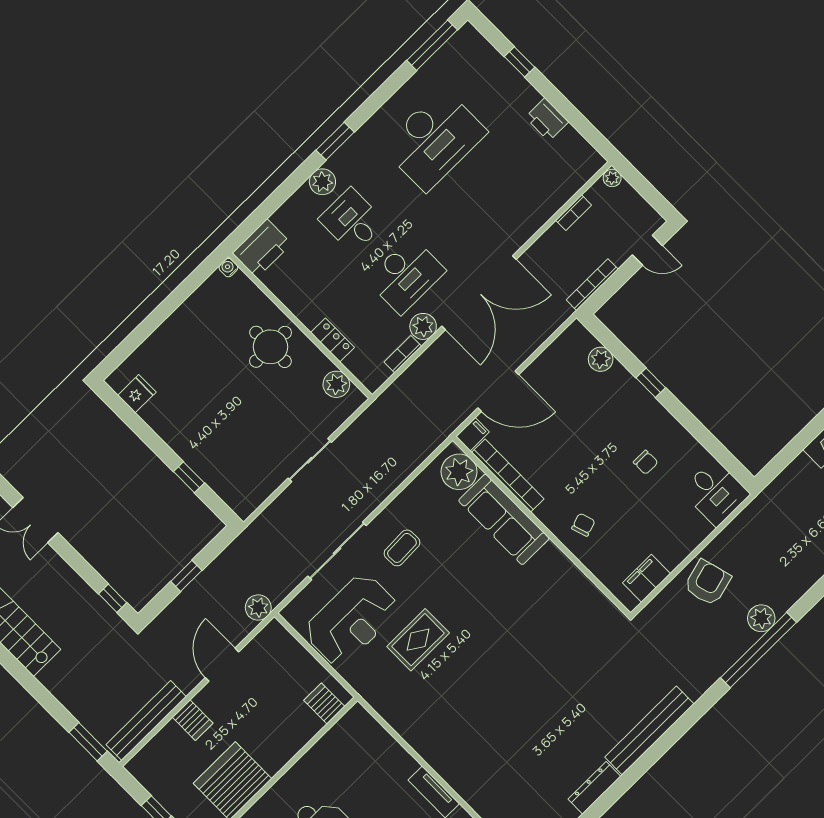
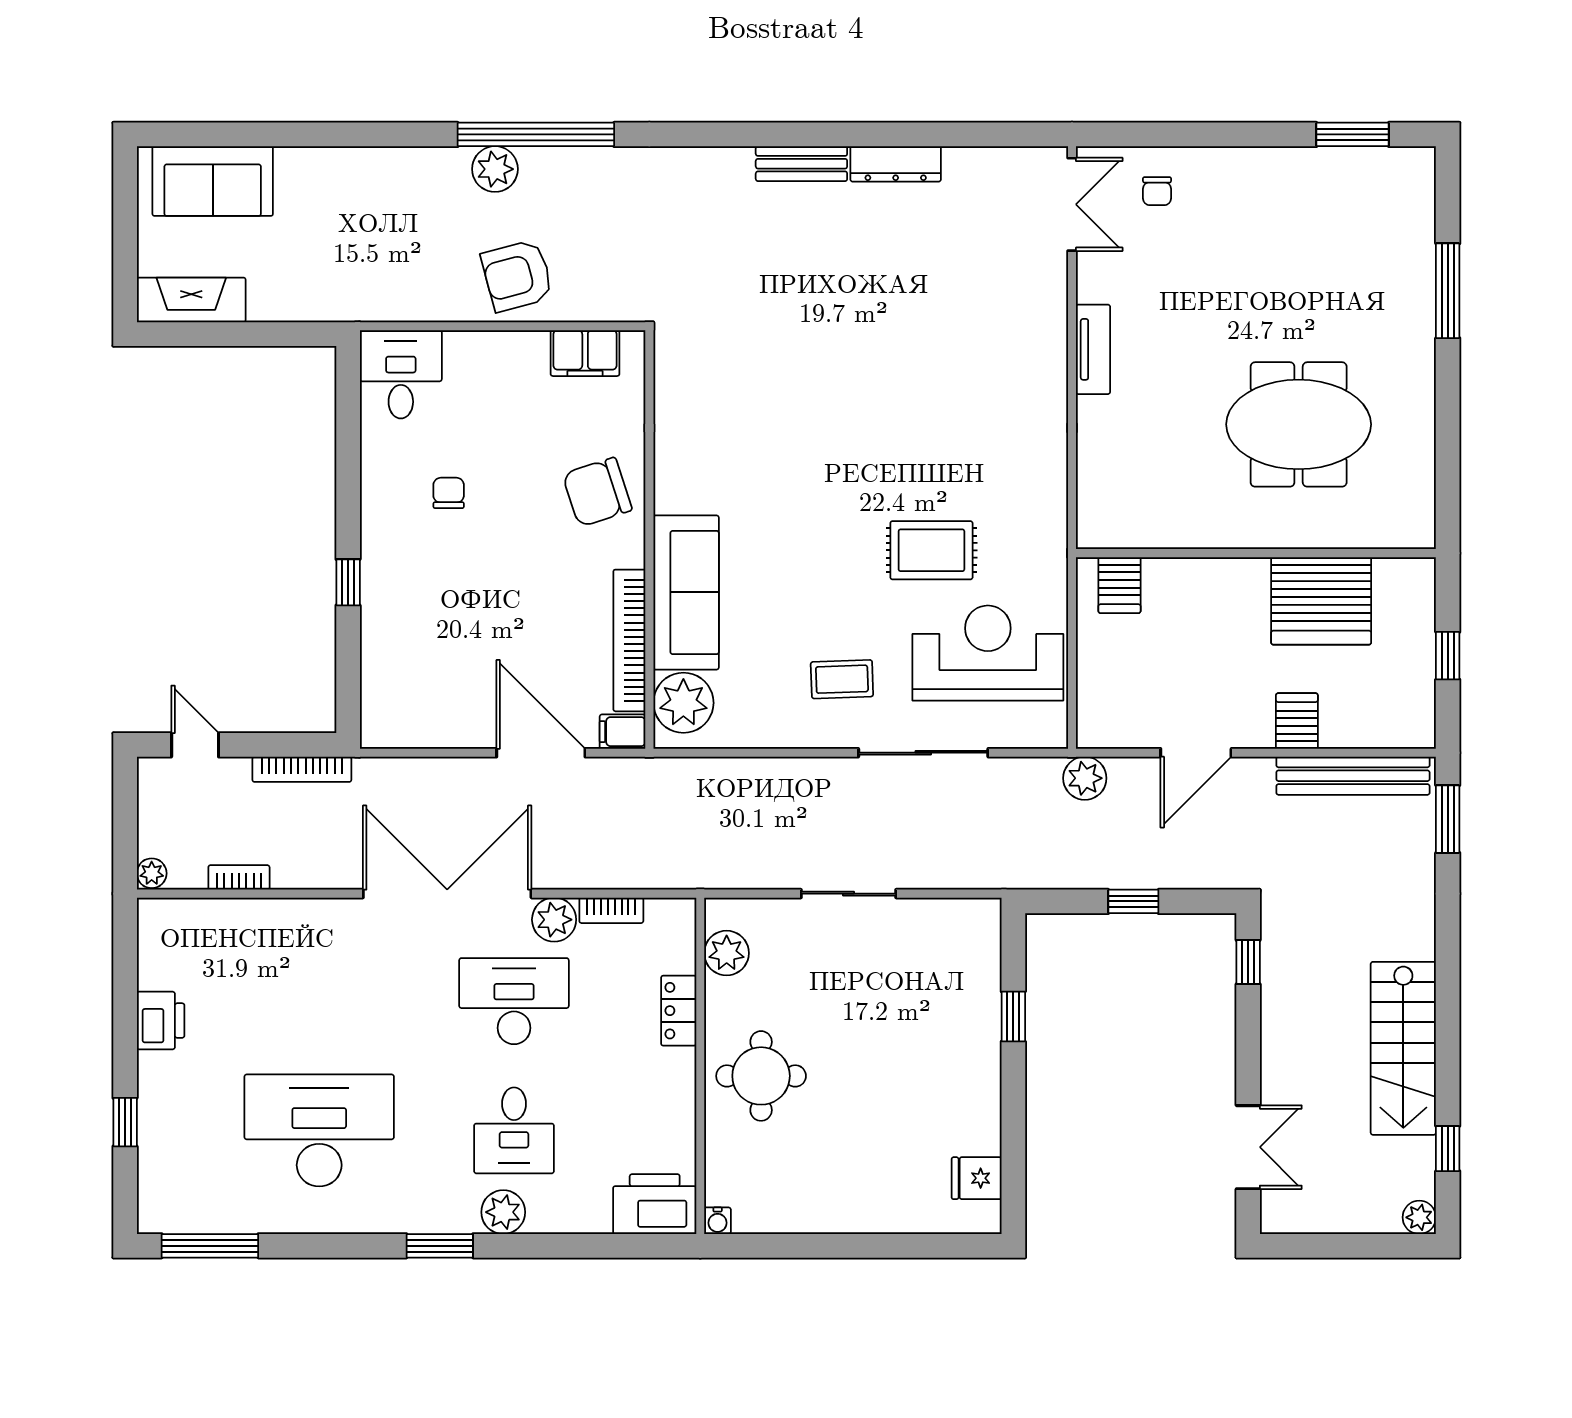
plant: (601, 359) -> (380, 670), removed
chair: (583, 525) -> (597, 492), width x1.87, depth x1.87
bench: (649, 730) -> (801, 164), width x0.54, depth x0.82

